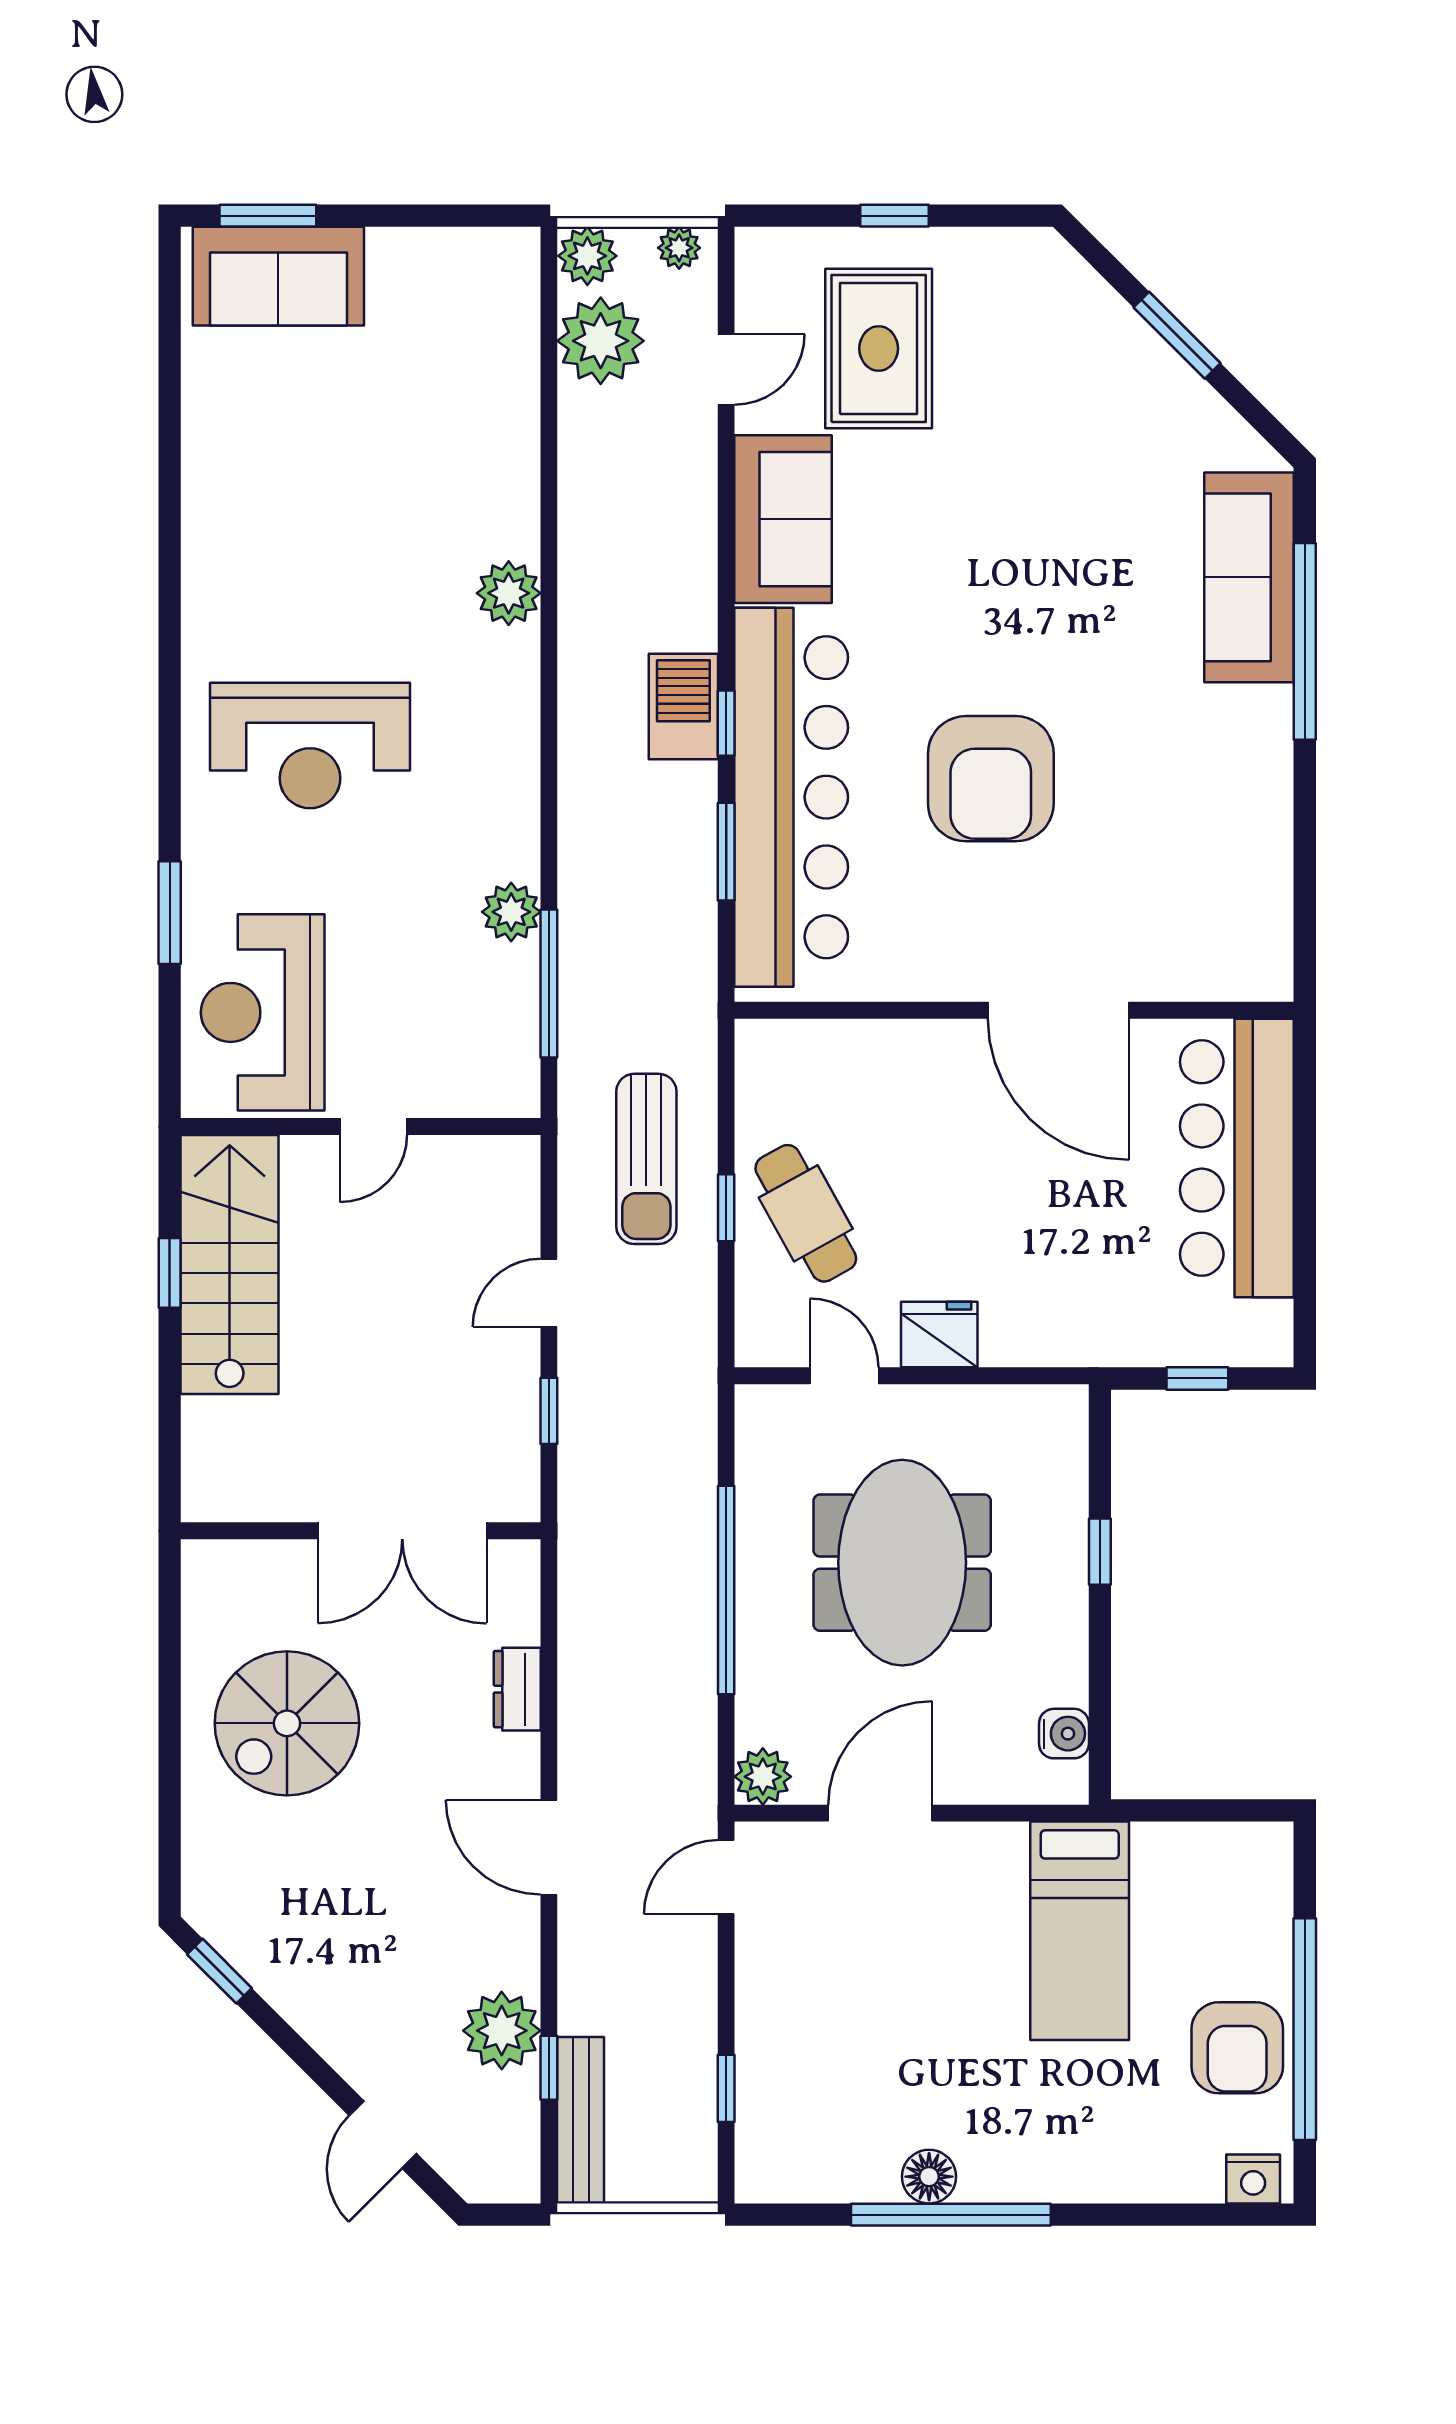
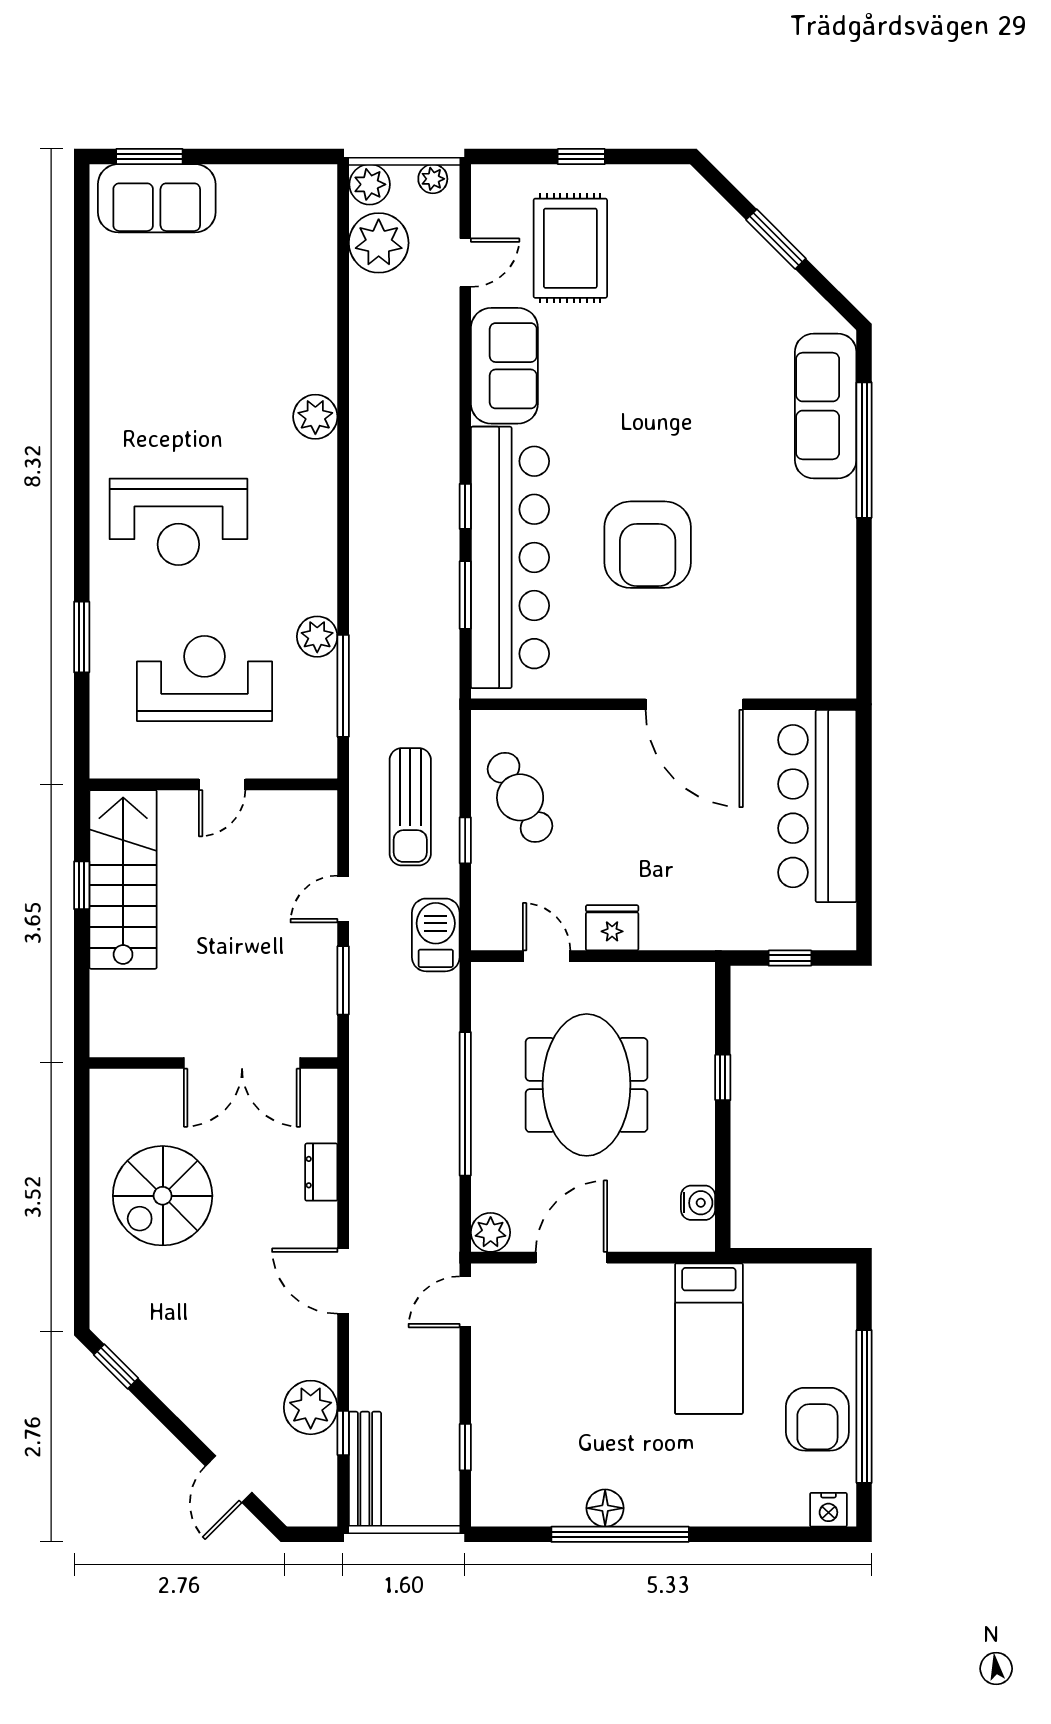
barbecue: (683, 707) -> (436, 935), moved
reception desk: (263, 1012) -> (205, 679), moved, turned 90
cafe table: (806, 1213) -> (520, 797), moved
window: (549, 1411) -> (343, 980), width x1.50

